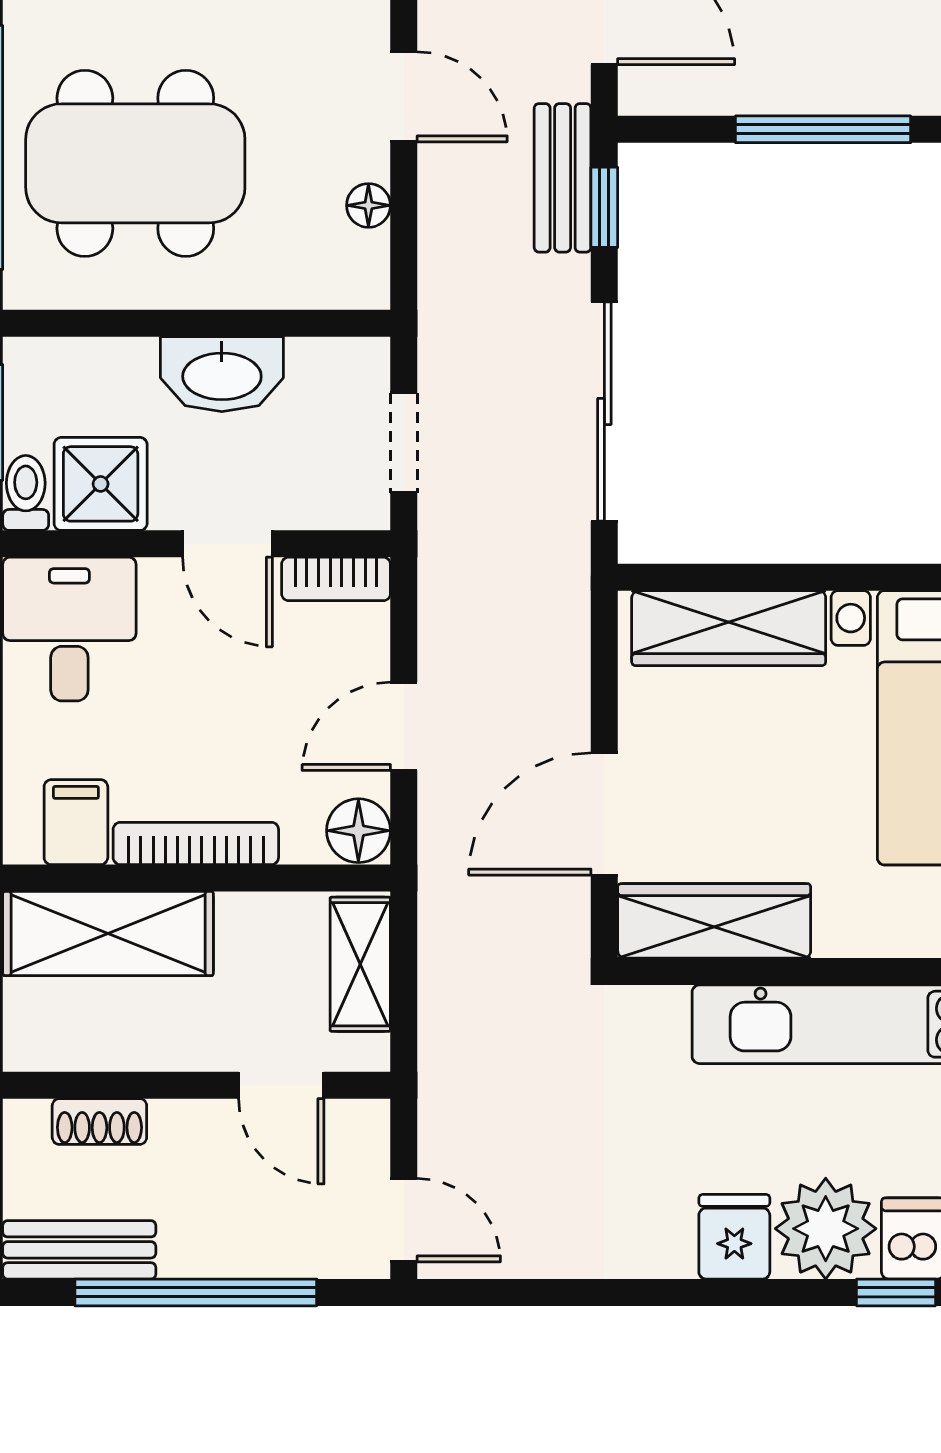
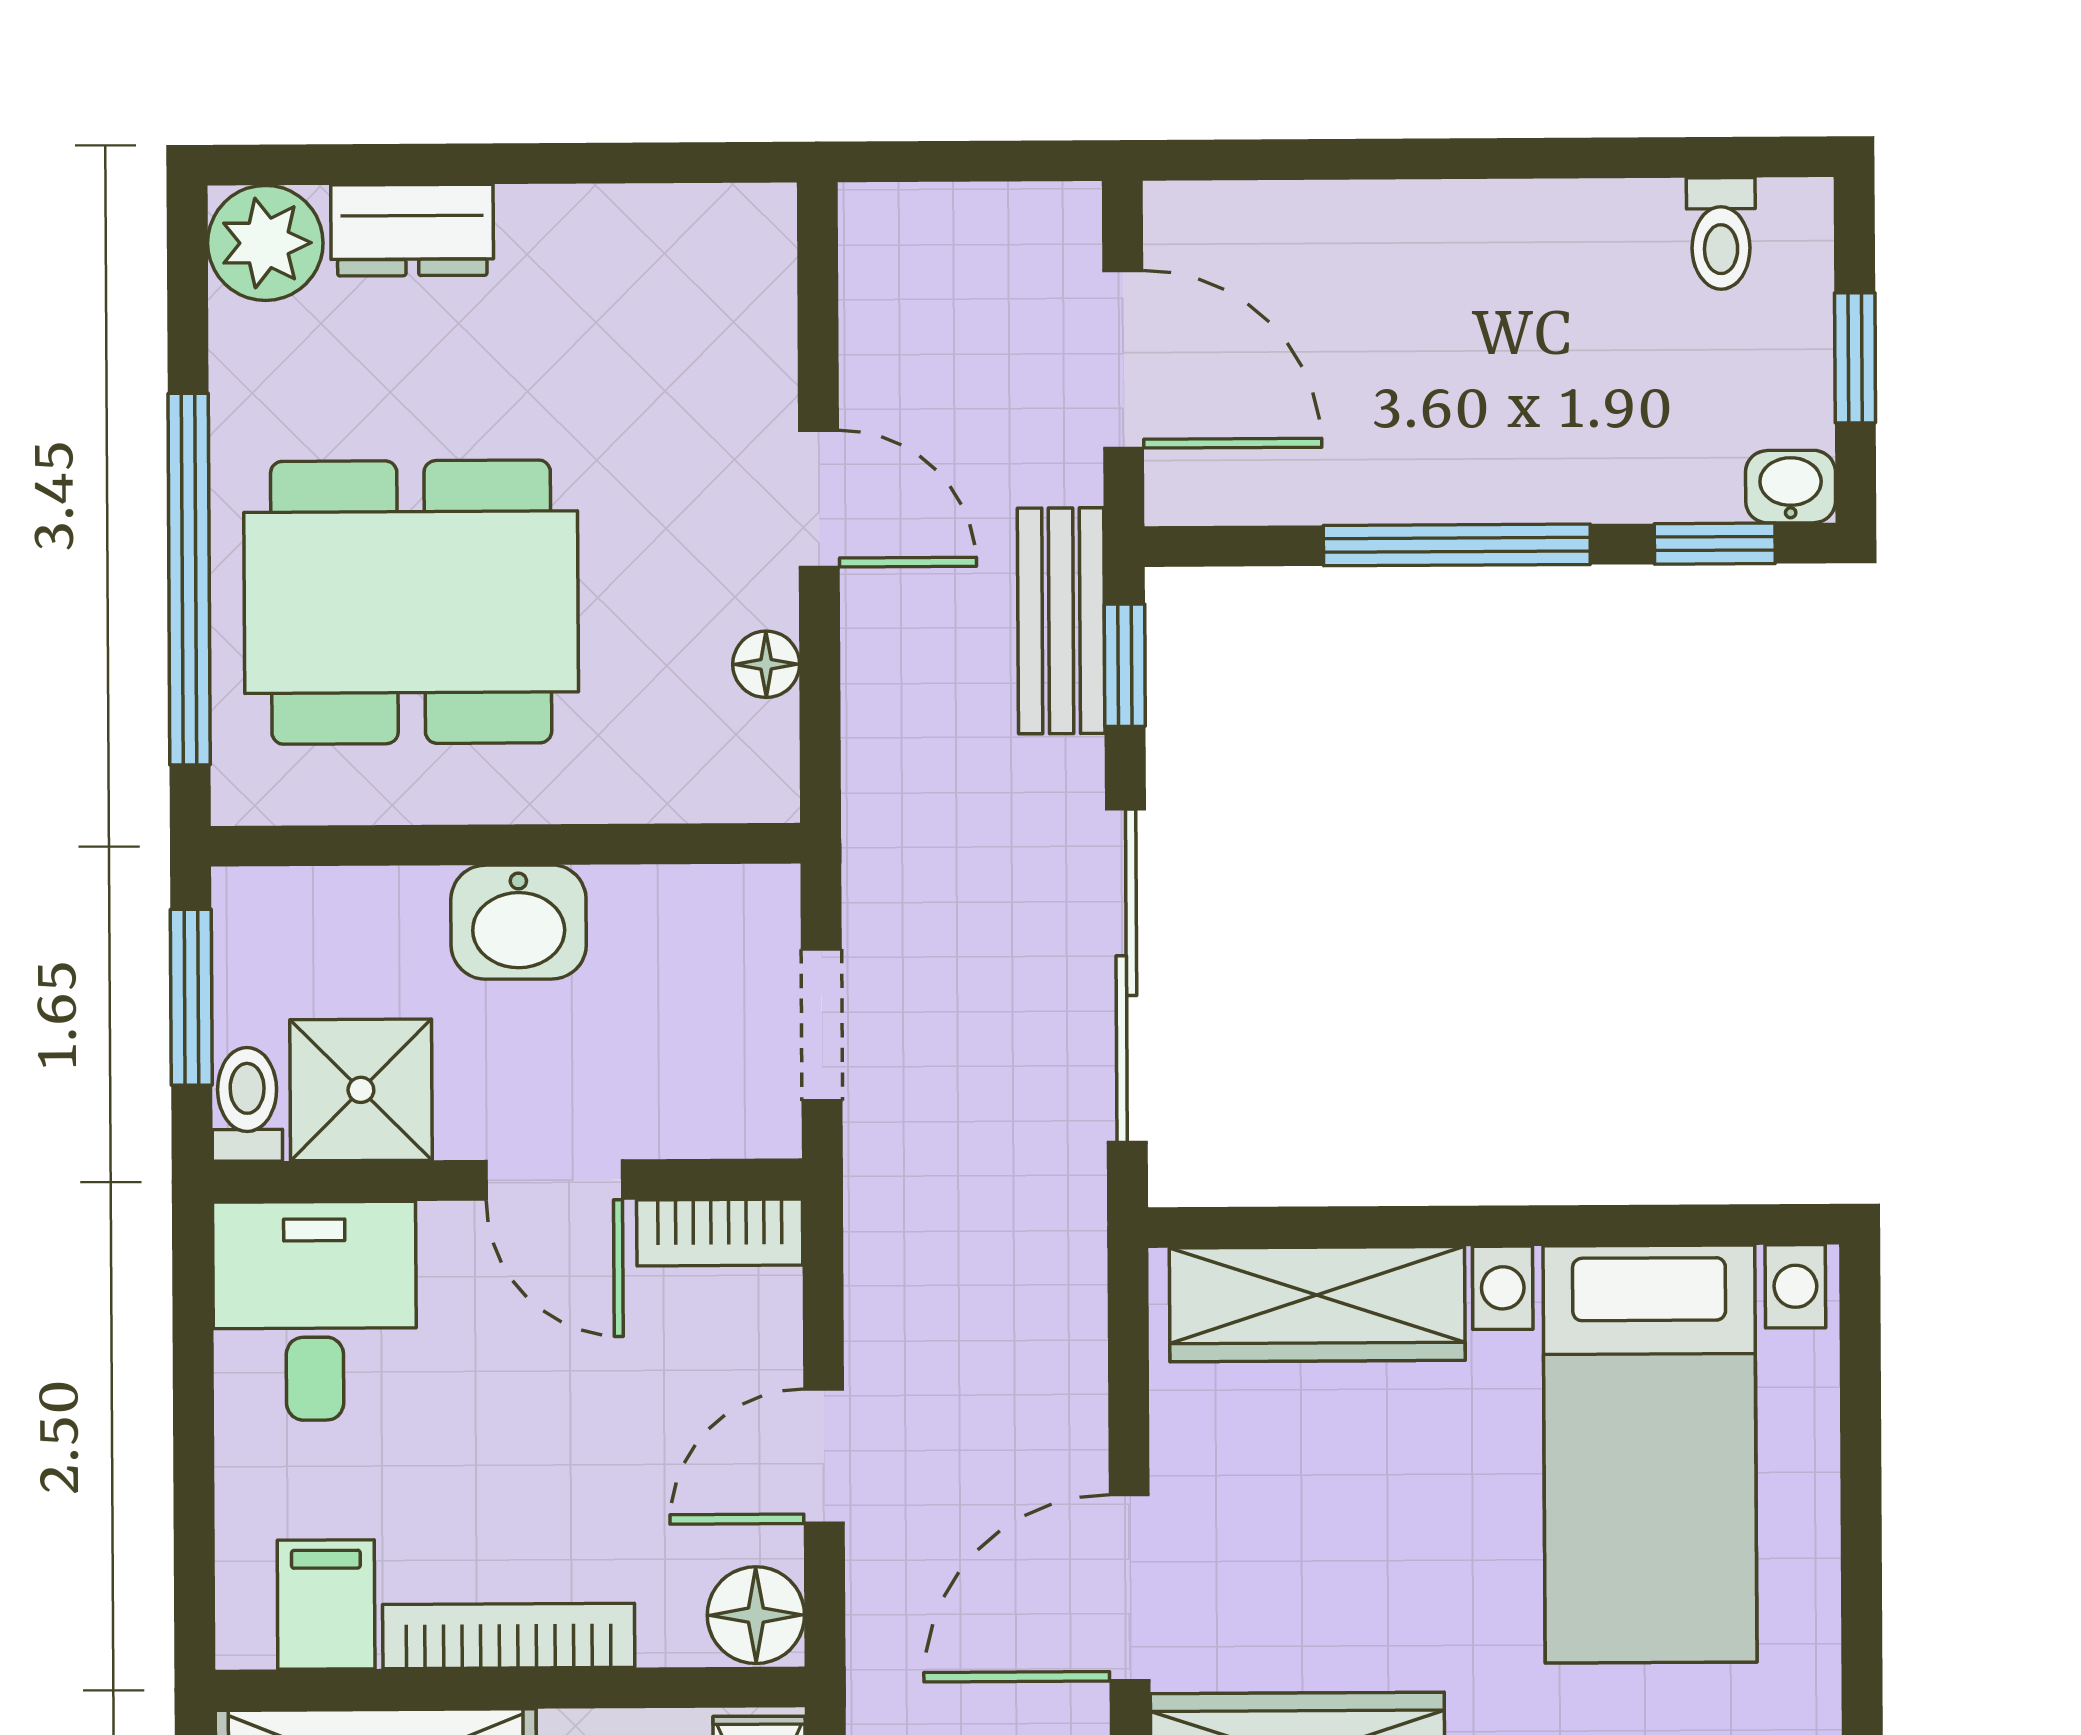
washbasin: (222, 374) -> (519, 922), width x0.72

